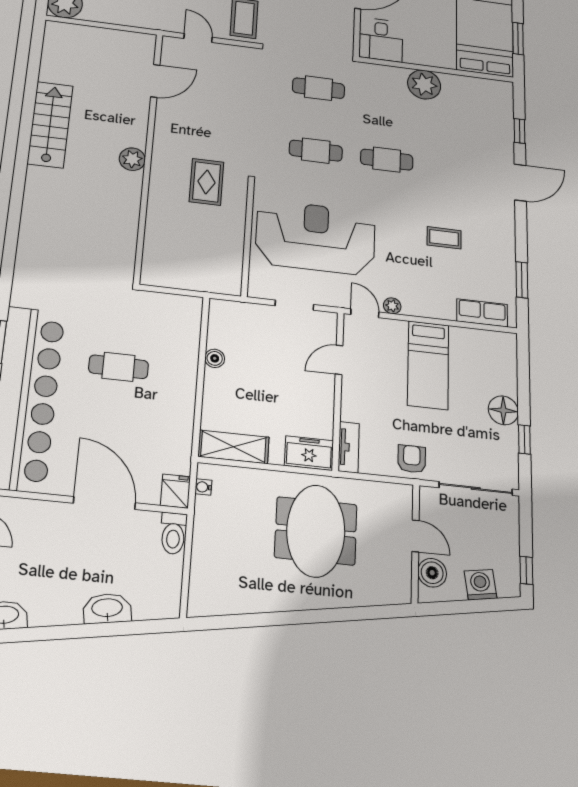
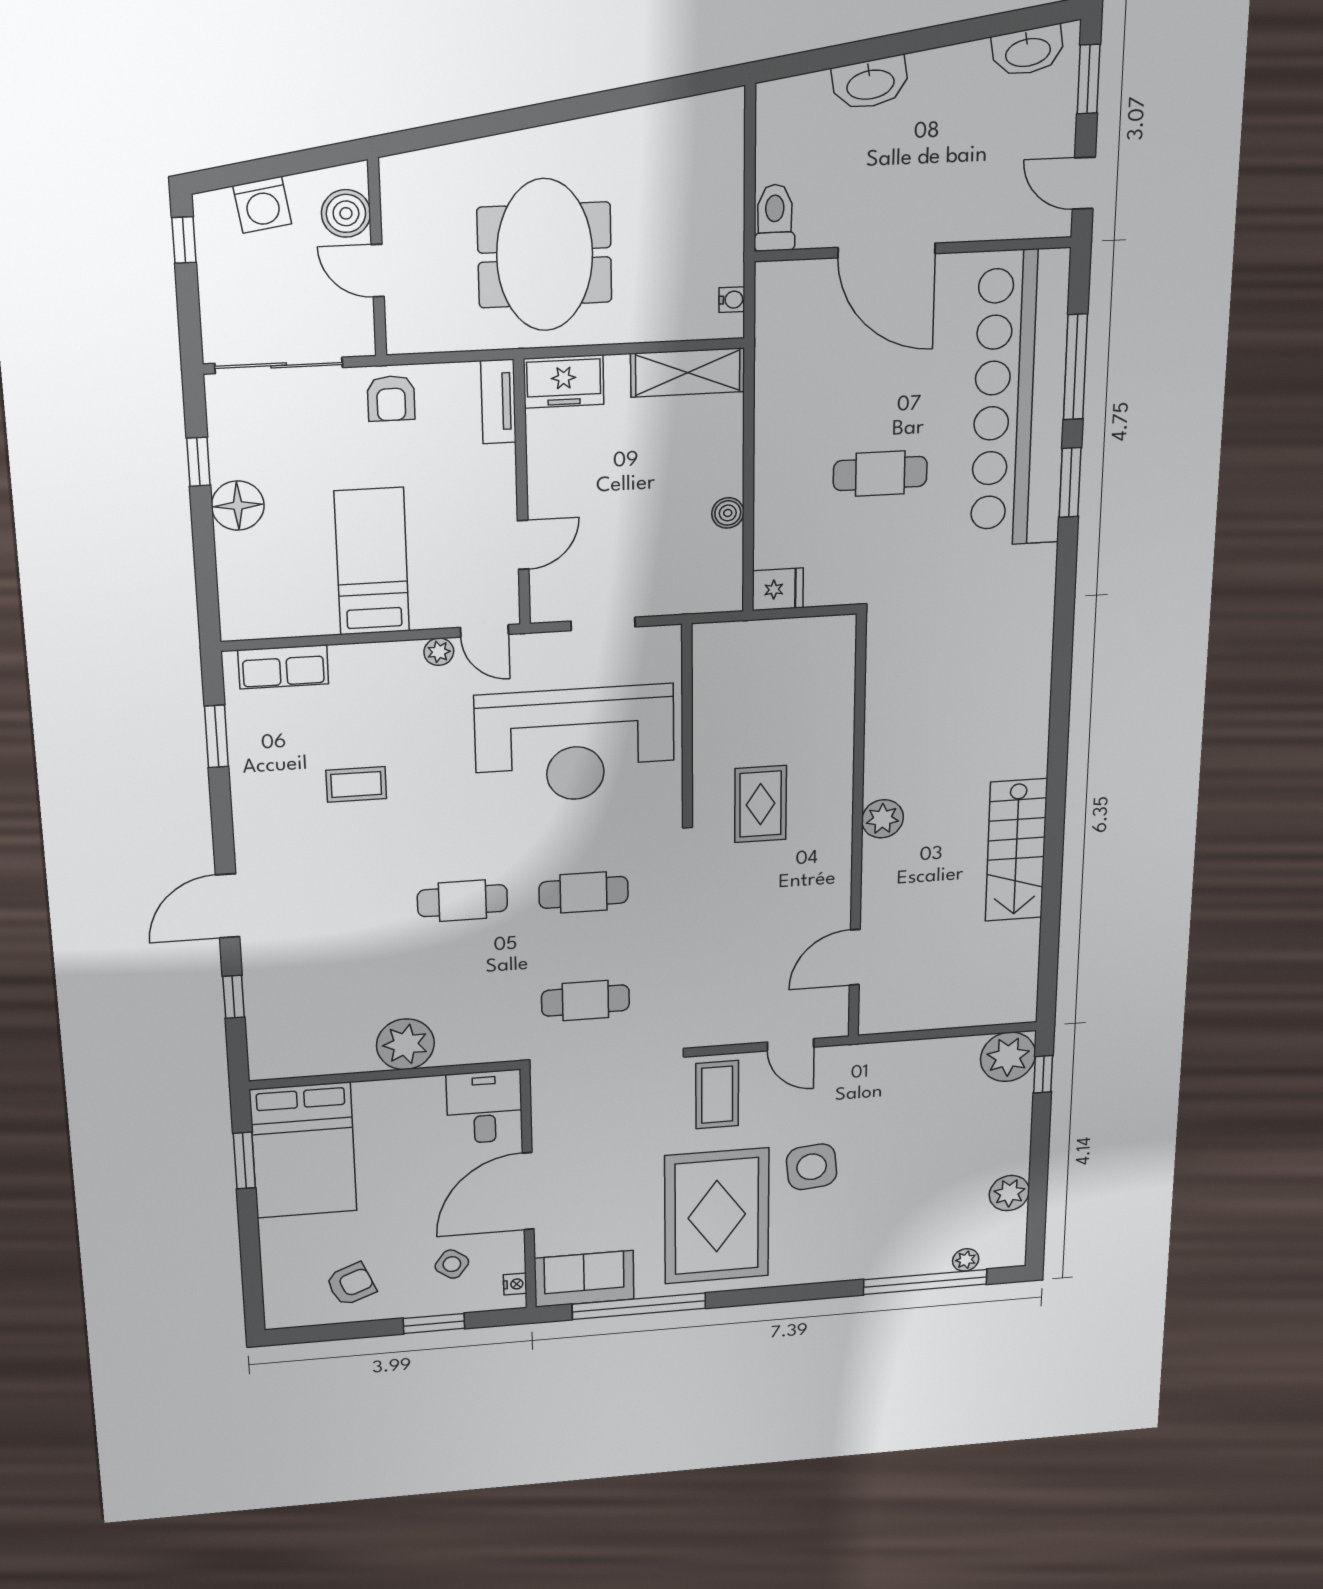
fridge: (175, 491) -> (778, 589), moved, turned -90

